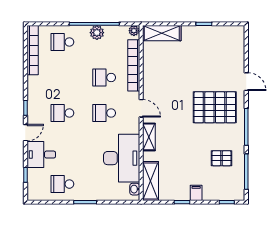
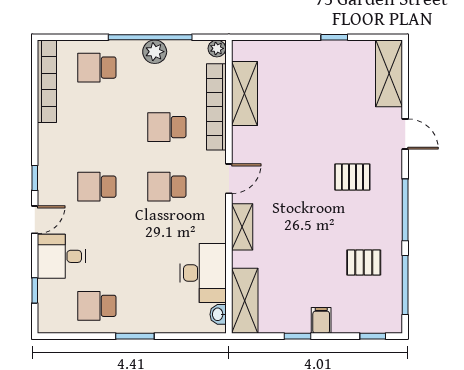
shelving: (162, 33) -> (244, 94), moved, turned 90
shelving: (237, 45) -> (389, 73), added
pallet: (215, 107) -> (352, 177), width x0.49, depth x0.50
door: (141, 108) -> (229, 179), hinge flipped
desk: (122, 158) -> (203, 273), width x0.73, depth x0.77

